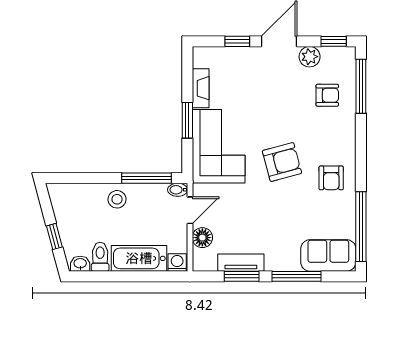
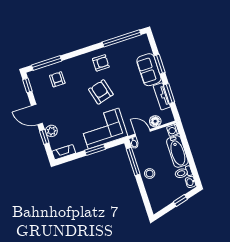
plant: (310, 57) -> (51, 131), moved
fireplace: (201, 88) -> (64, 152), moved
sofa: (328, 255) -> (149, 70), moved
window: (297, 276) -> (159, 64), width x0.69

